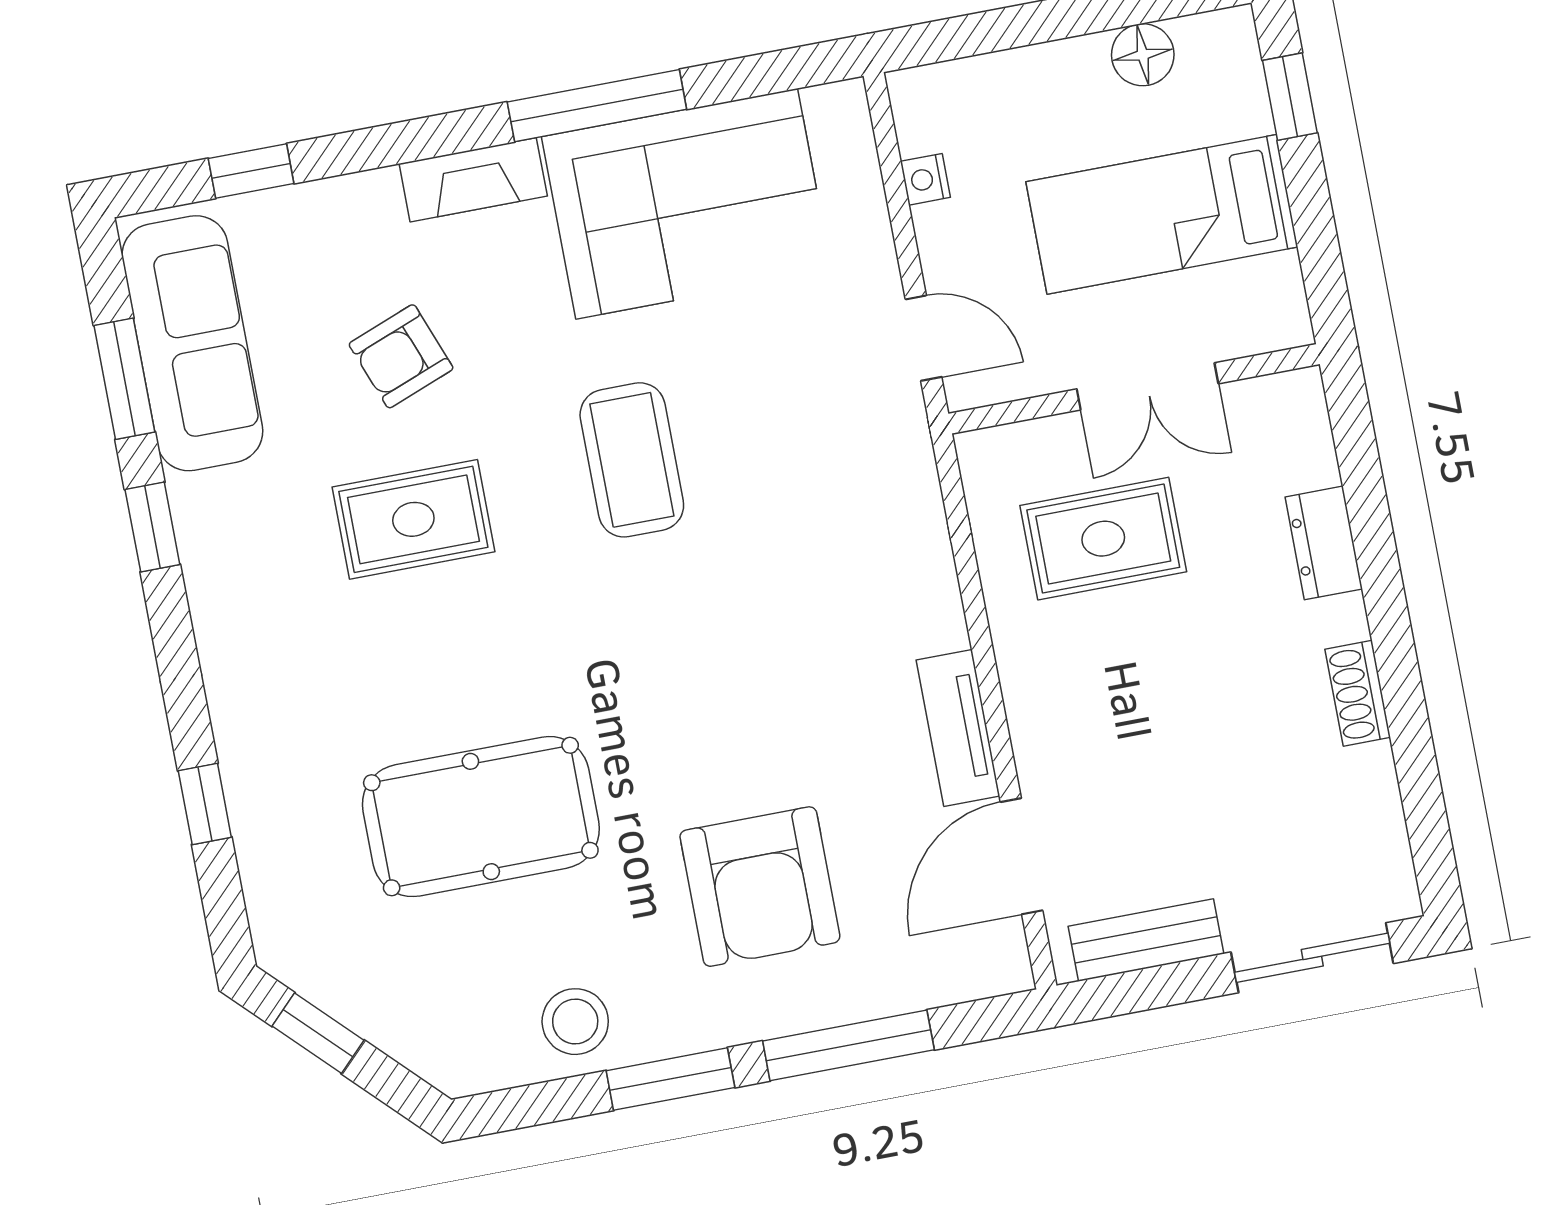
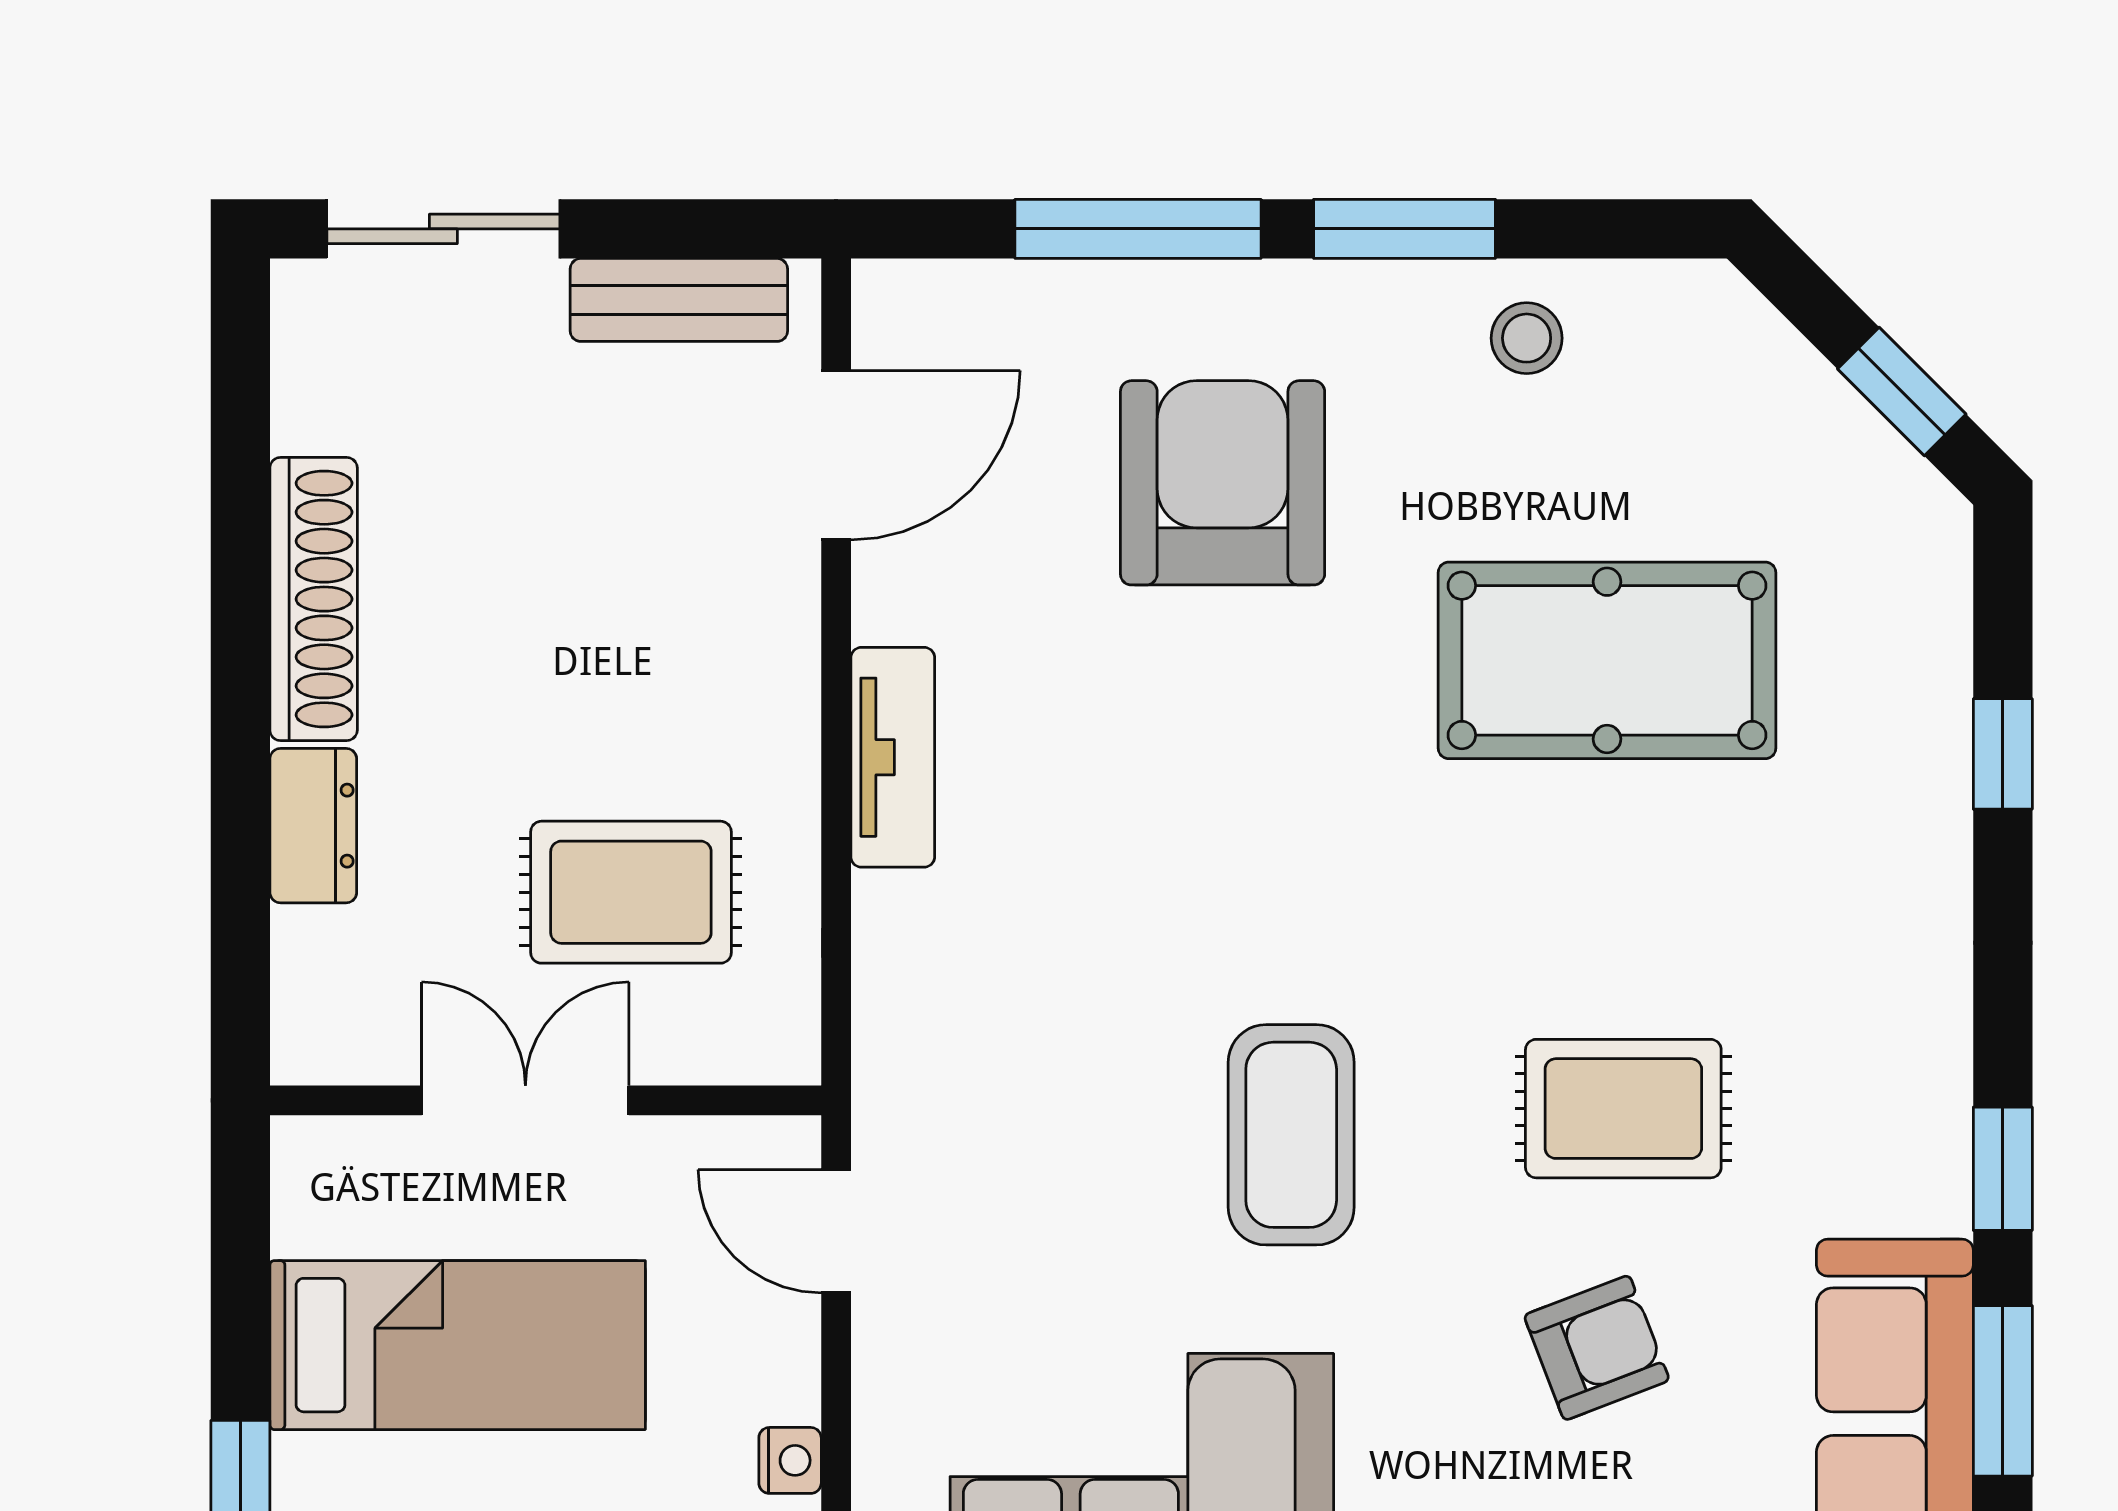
shoe rack: (1358, 693) -> (314, 599), width x1.94, depth x1.24
tv unit: (958, 728) -> (893, 757), moved
stool: (575, 1022) -> (1527, 338), width x0.73, depth x0.73

